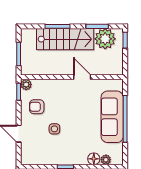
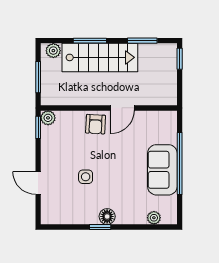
plant: (105, 39) -> (53, 51), moved, width x0.53, depth x0.53
door: (82, 77) -> (122, 108), swing flipped
armchair: (37, 107) -> (96, 124), moved, turned -87
sofa: (112, 117) -> (162, 170), width x0.73
floor lamp: (94, 159) -> (107, 216), moved

